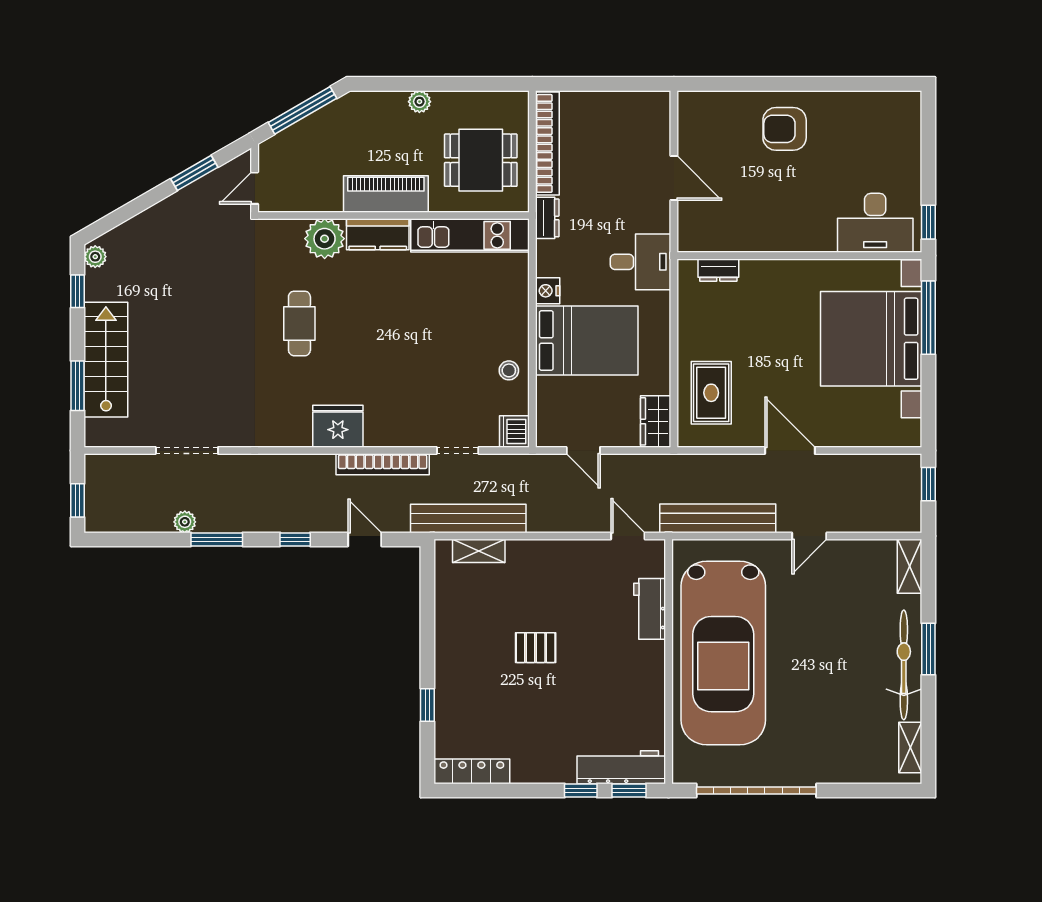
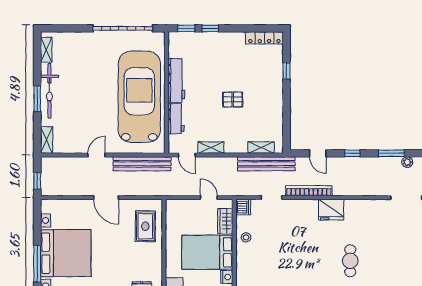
wardrobe: (656, 421) -> (225, 221), moved, turned 180
shelving: (579, 551) -> (211, 148), added
workbench: (621, 767) -> (176, 81), moved, turned -90

